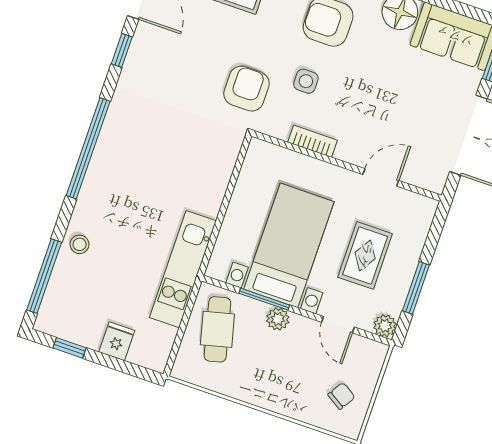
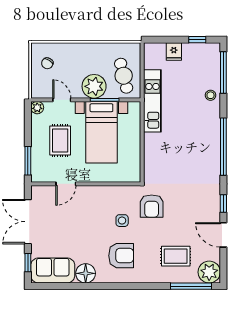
bookcase: (312, 141) -> (108, 191), removed
window: (416, 288) -> (28, 161), moved
plant: (278, 319) -> (94, 86), width x1.87, depth x1.87

